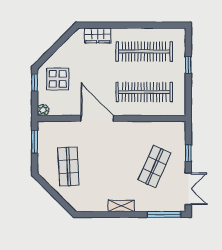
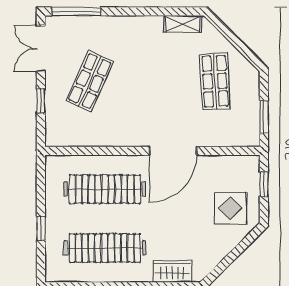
window: (35, 83) -> (264, 184), moved
plant: (43, 110) -> (252, 163), removed
door: (97, 118) -> (173, 151), hinge flipped
shelving: (121, 206) -> (183, 24), moved

